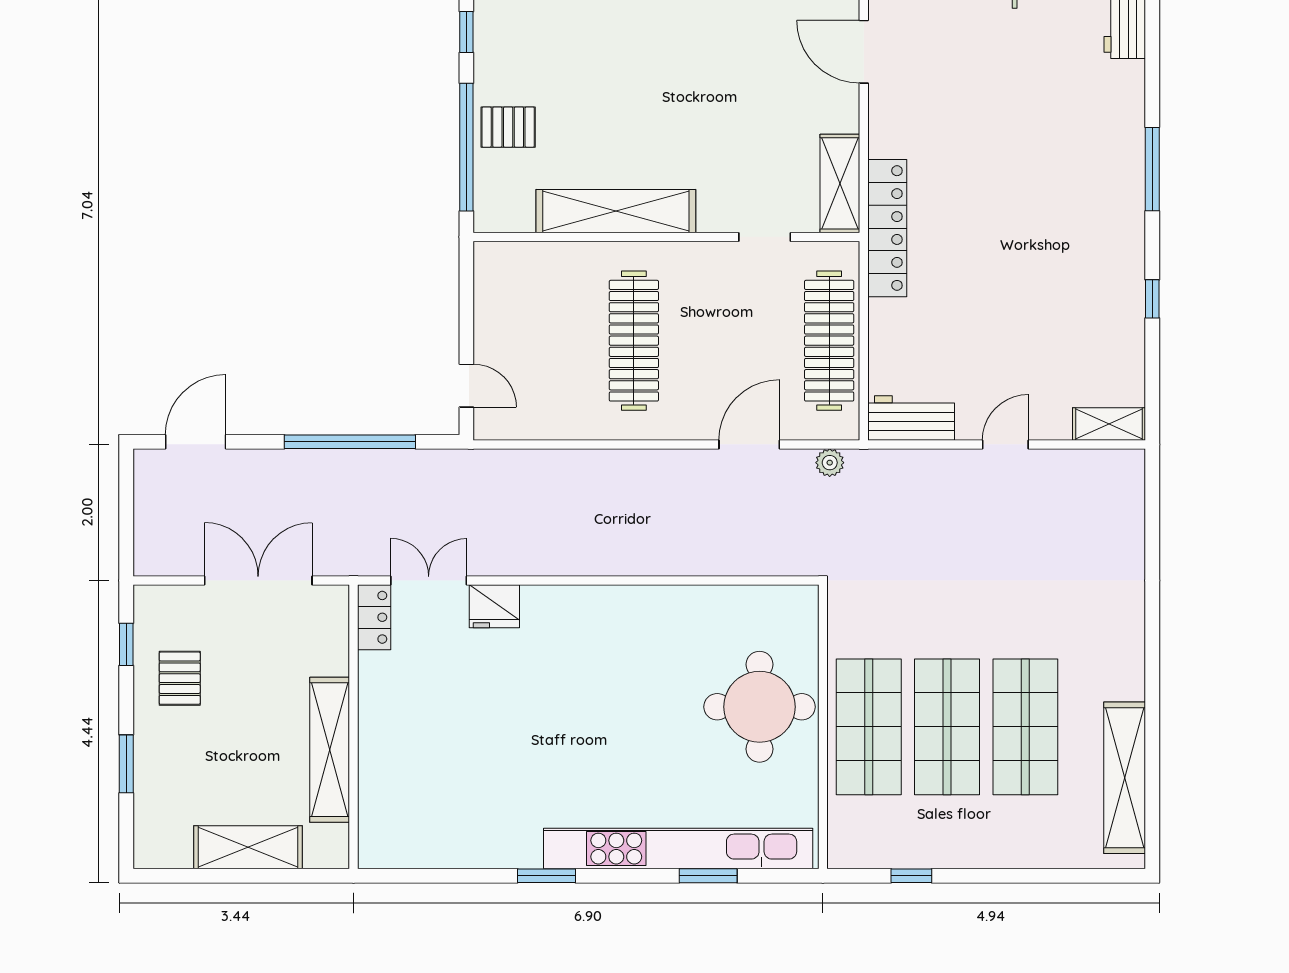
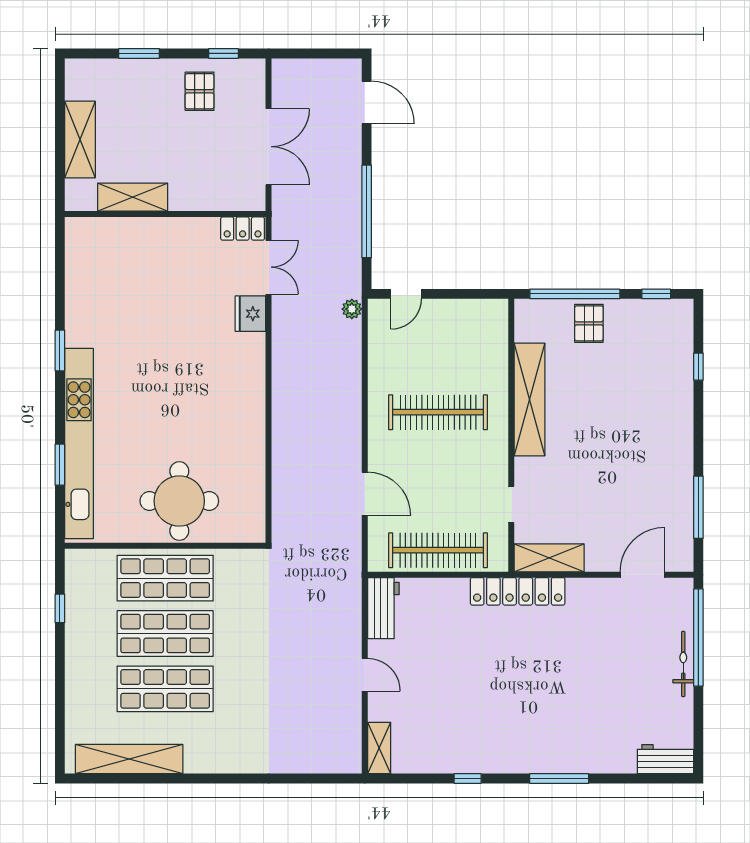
plant: (830, 463) -> (352, 309), moved
pallet: (180, 678) -> (200, 91), turned 90
shelving: (330, 750) -> (133, 197), width x0.68

